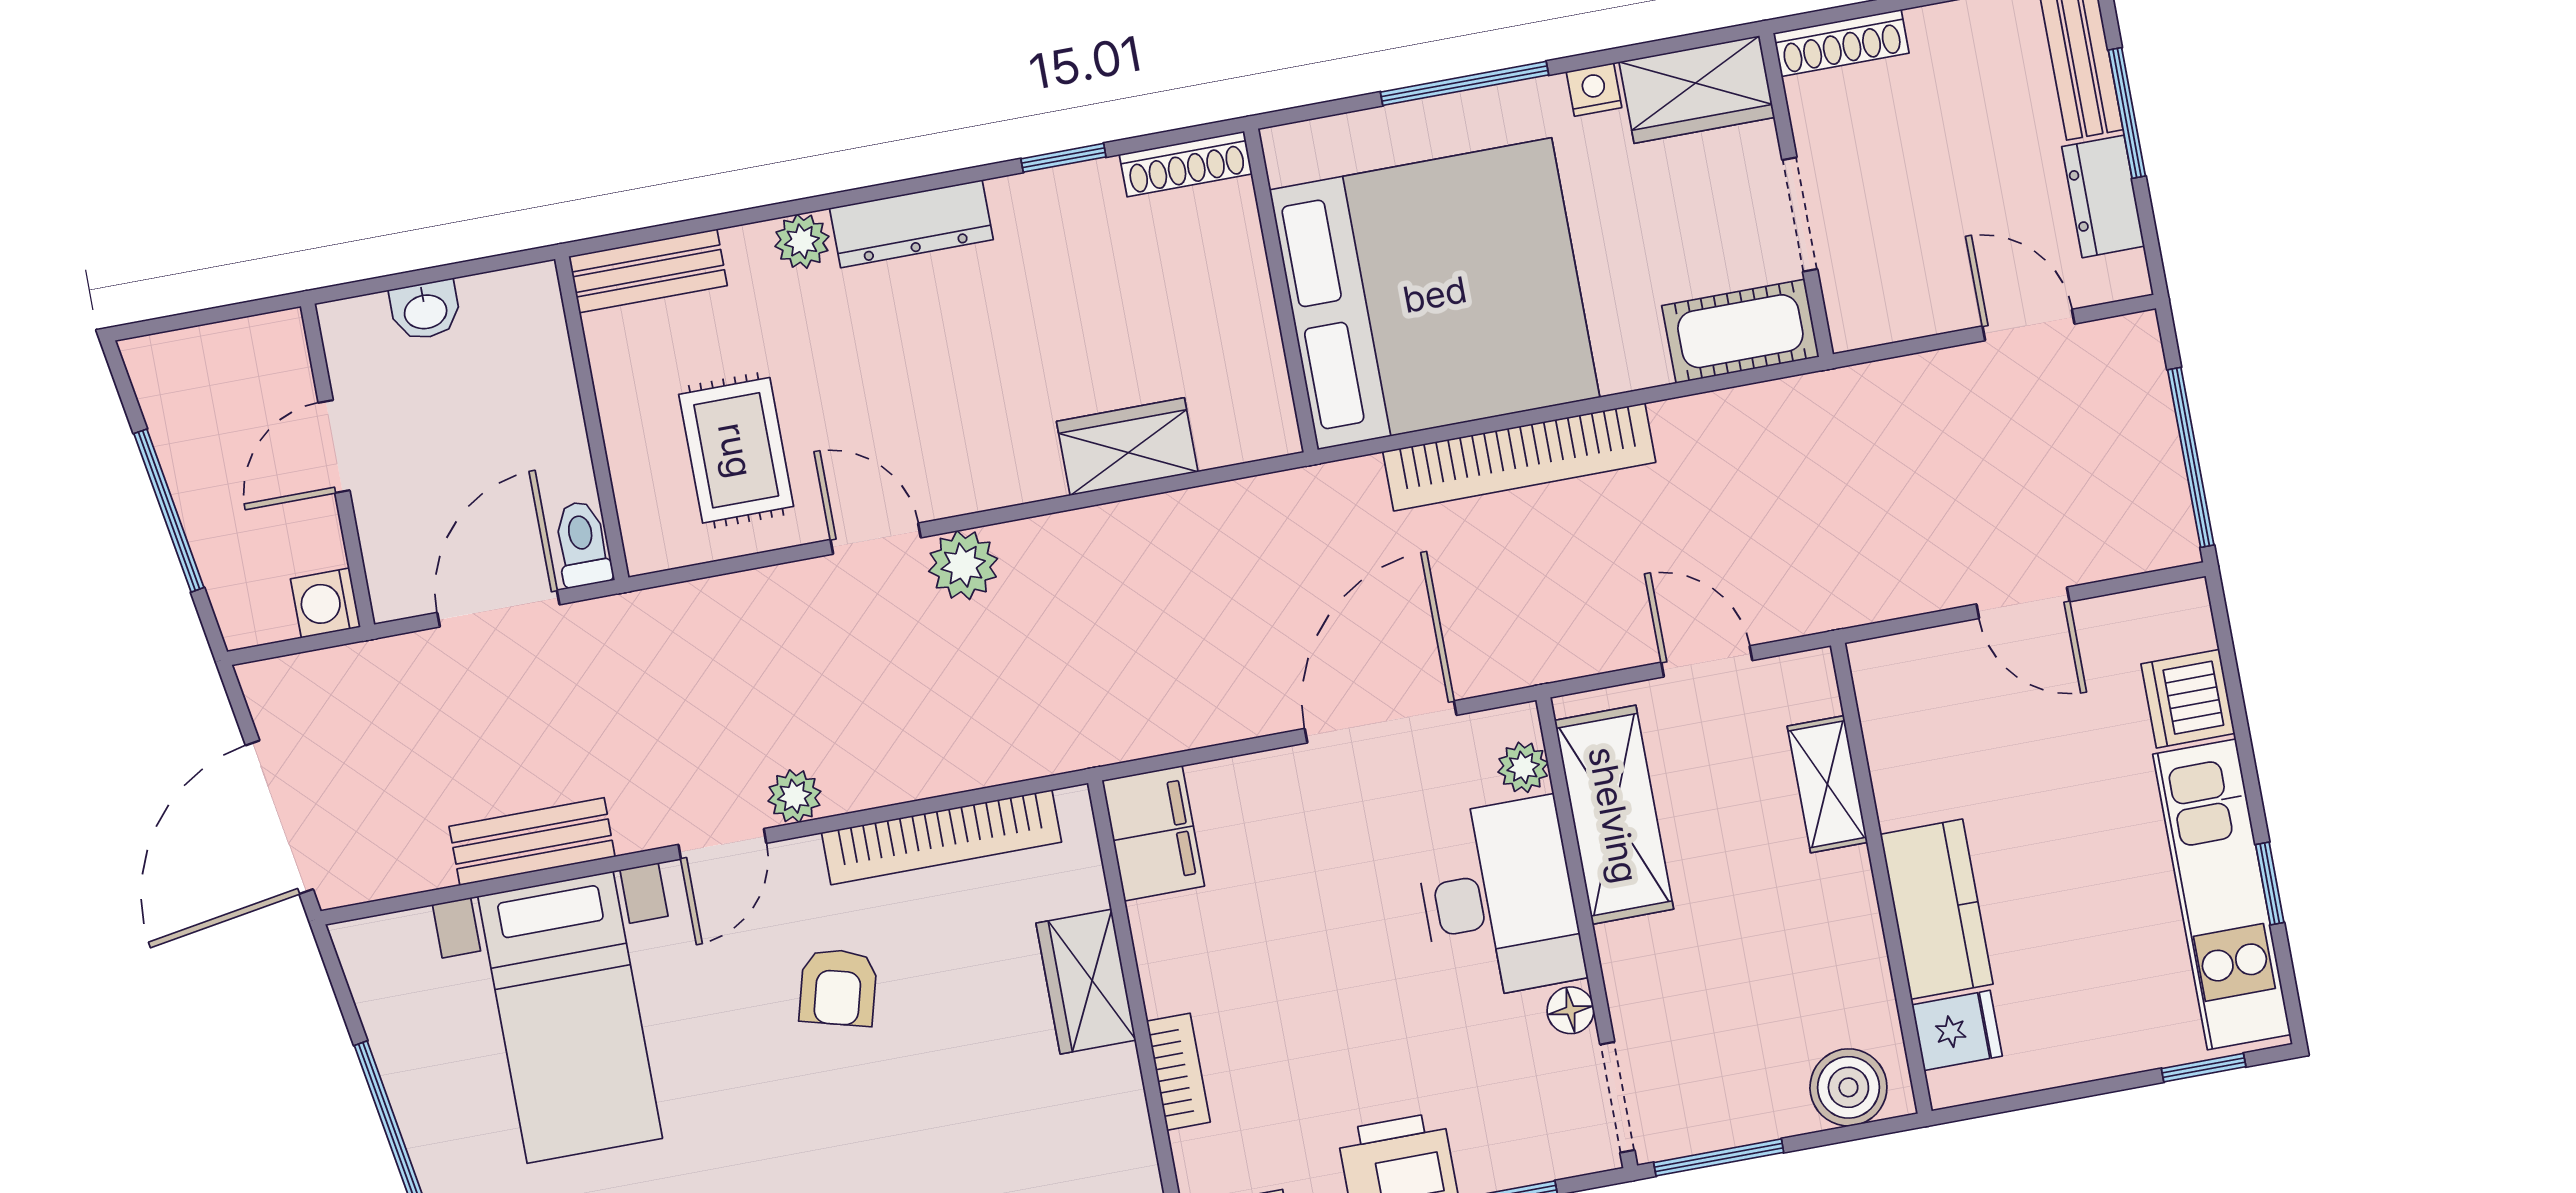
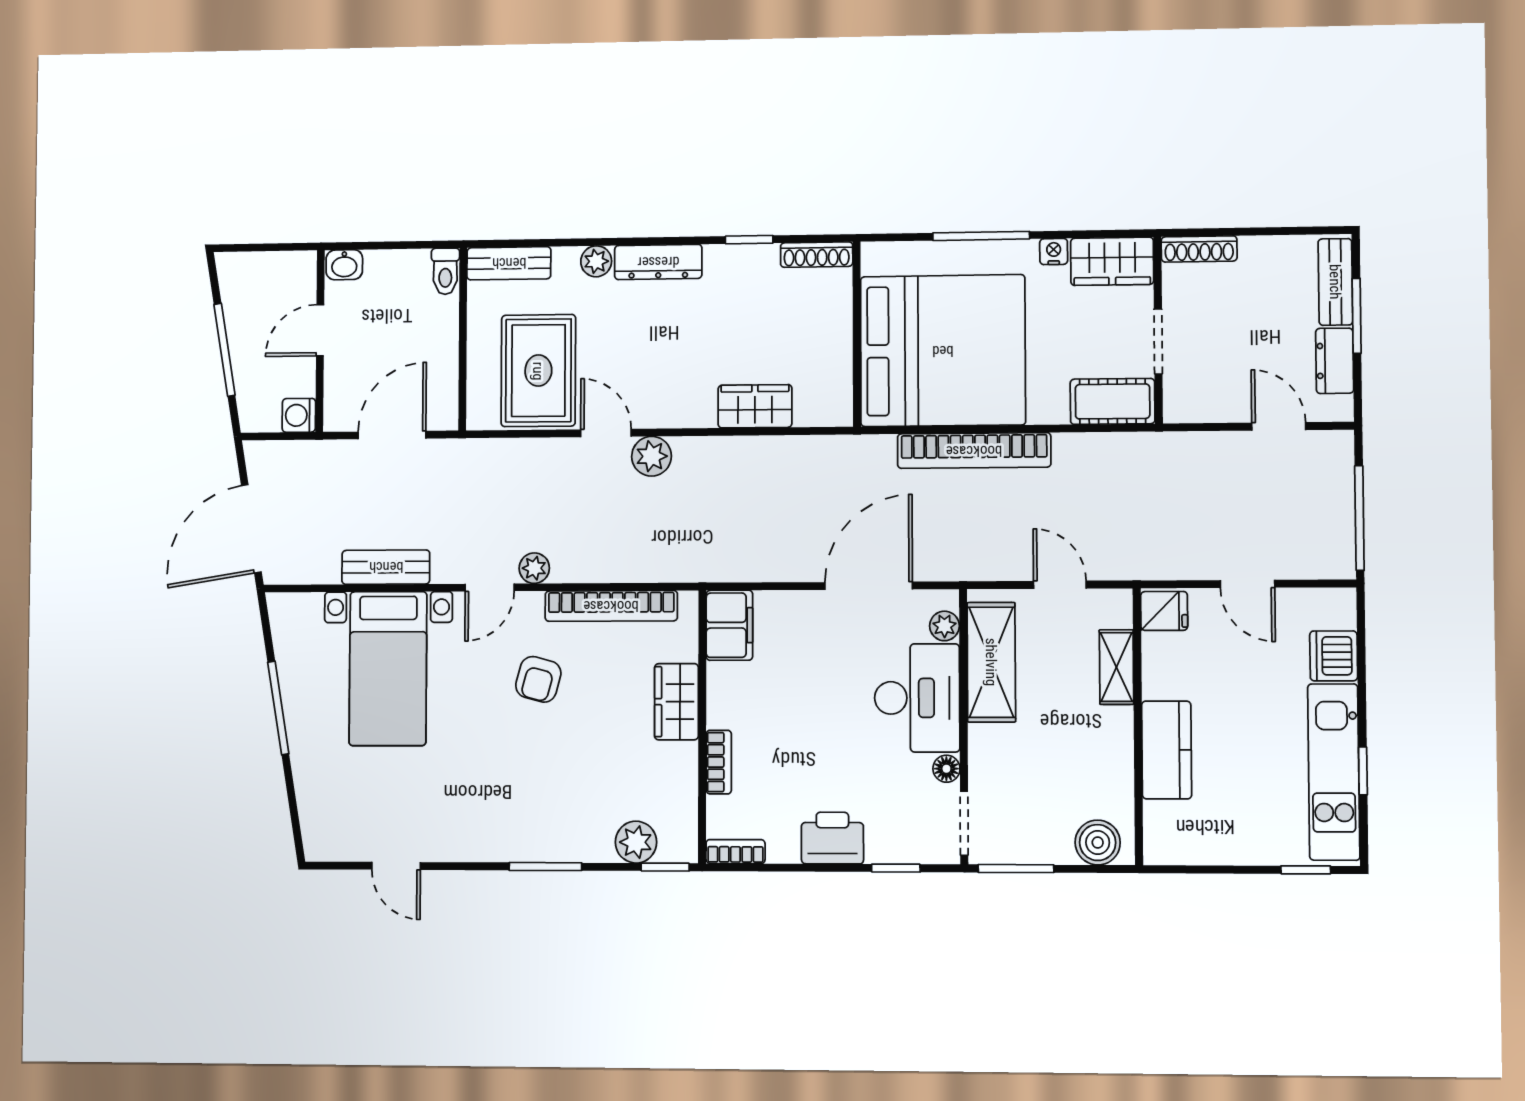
washbasin: (425, 310) -> (344, 265), moved
rug: (736, 450) -> (538, 371), width x1.36, depth x1.43
toilet: (582, 544) -> (445, 271), moved, turned 180
fridge: (1957, 1030) -> (1164, 611), moved

